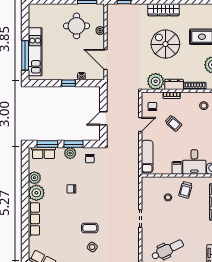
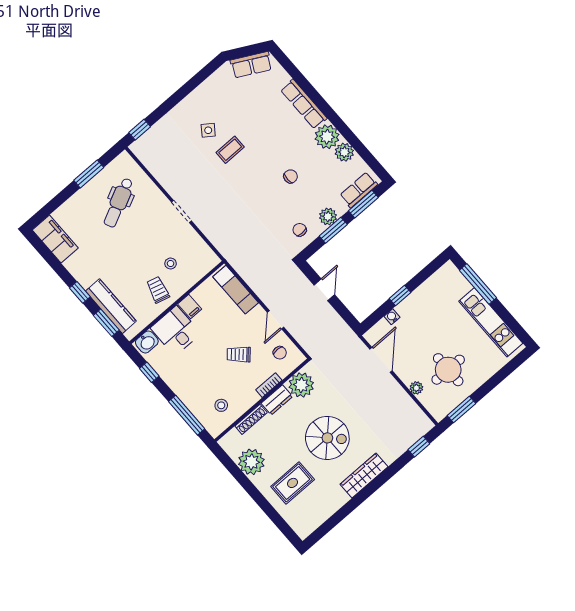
kitchen unit: (35, 52) -> (491, 322), moved
door: (106, 60) -> (381, 360), hinge flipped

